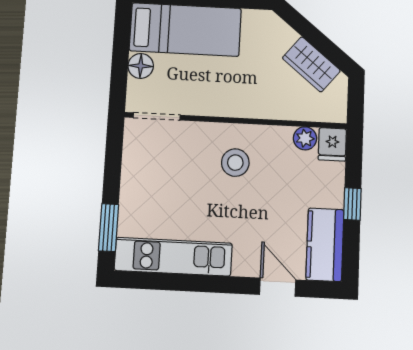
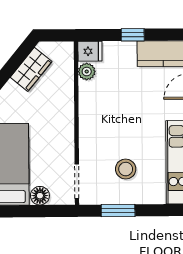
stool: (235, 163) -> (126, 169), moved
window: (109, 228) -> (118, 211), moved

